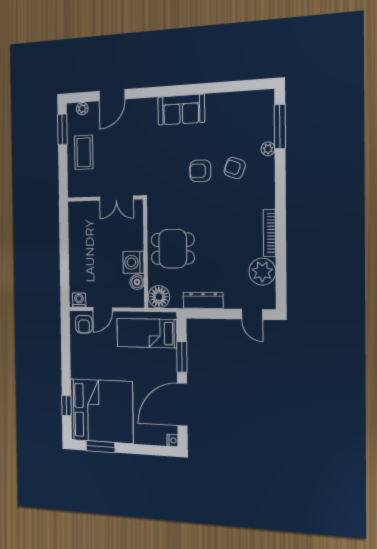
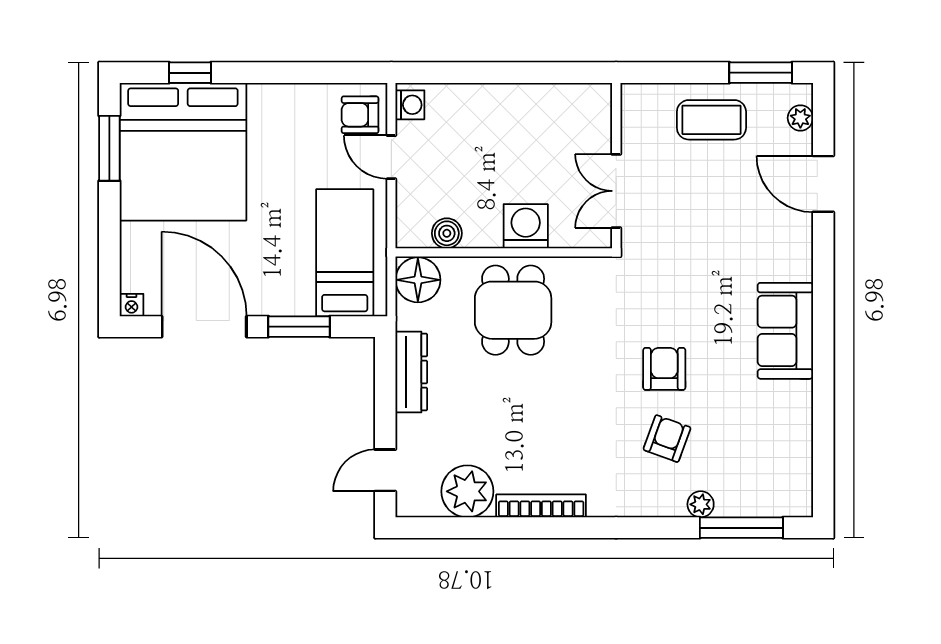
washing machine: (133, 262) -> (526, 226), moved

